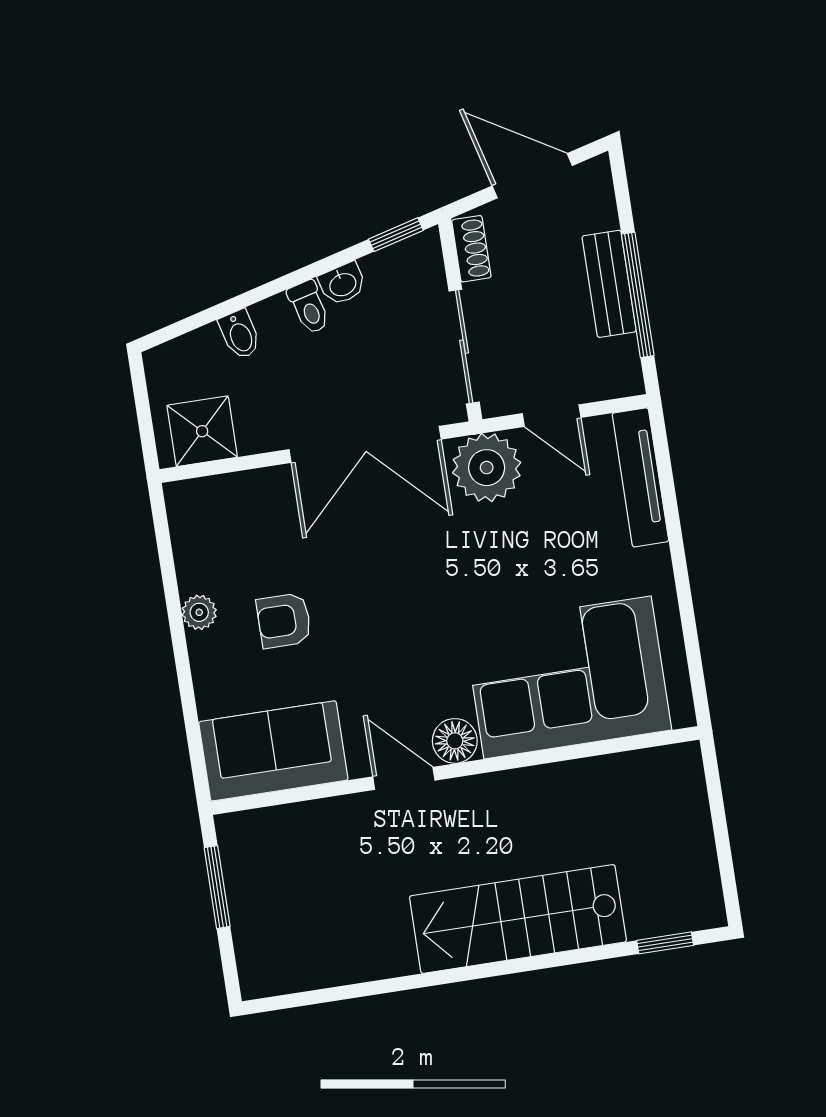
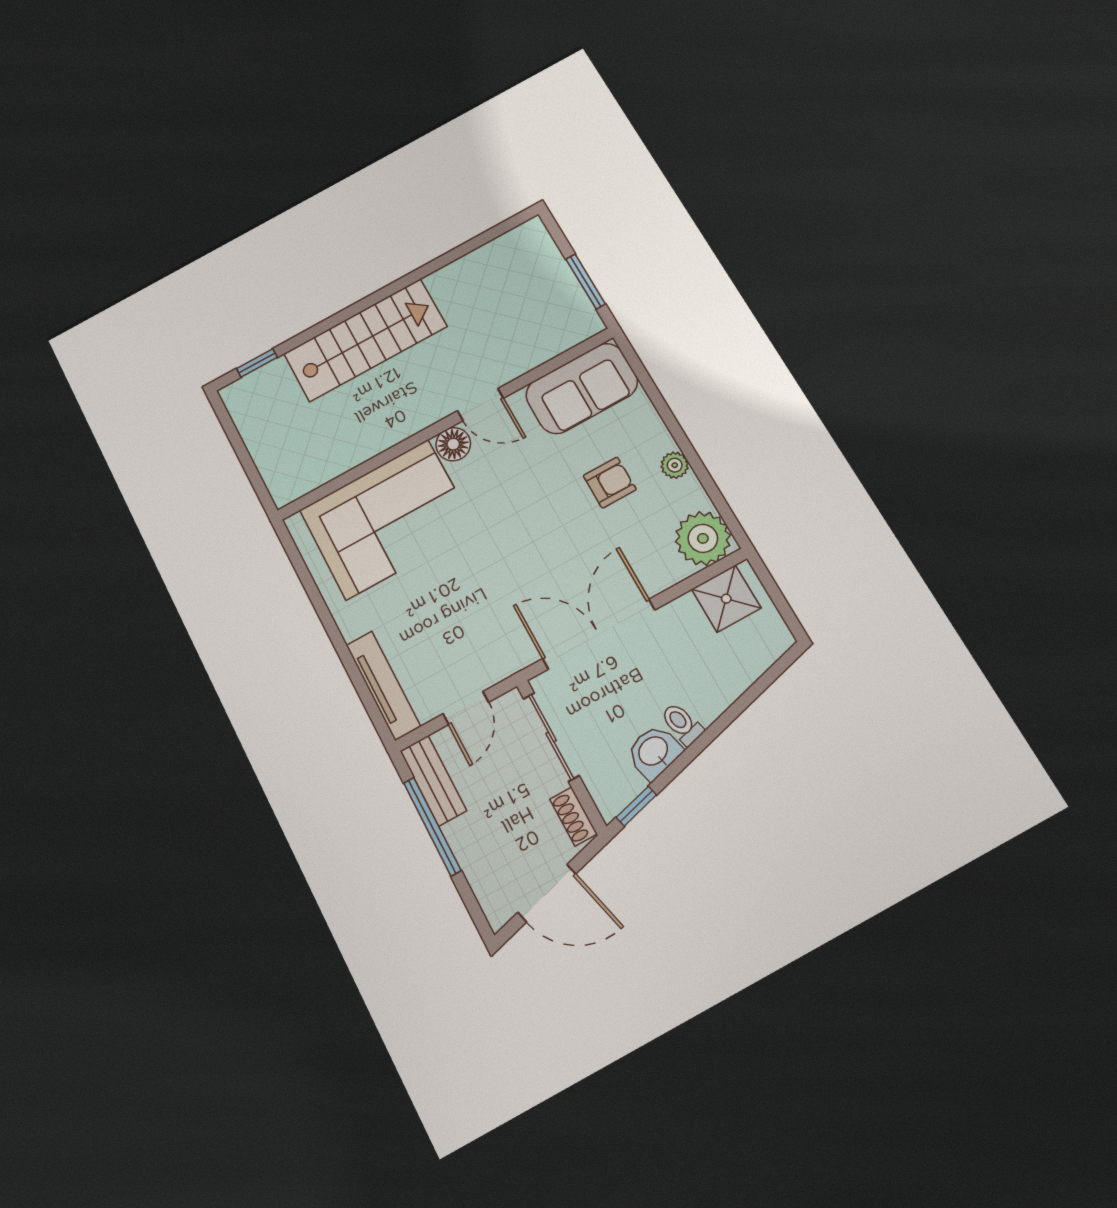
washbasin: (342, 284) -> (654, 752), width x1.38, depth x1.45
bench: (609, 284) -> (433, 781), moved
bidet: (240, 334) -> (727, 683), removed
door: (552, 416) -> (466, 708), swing flipped
plant: (487, 468) -> (703, 538), moved

